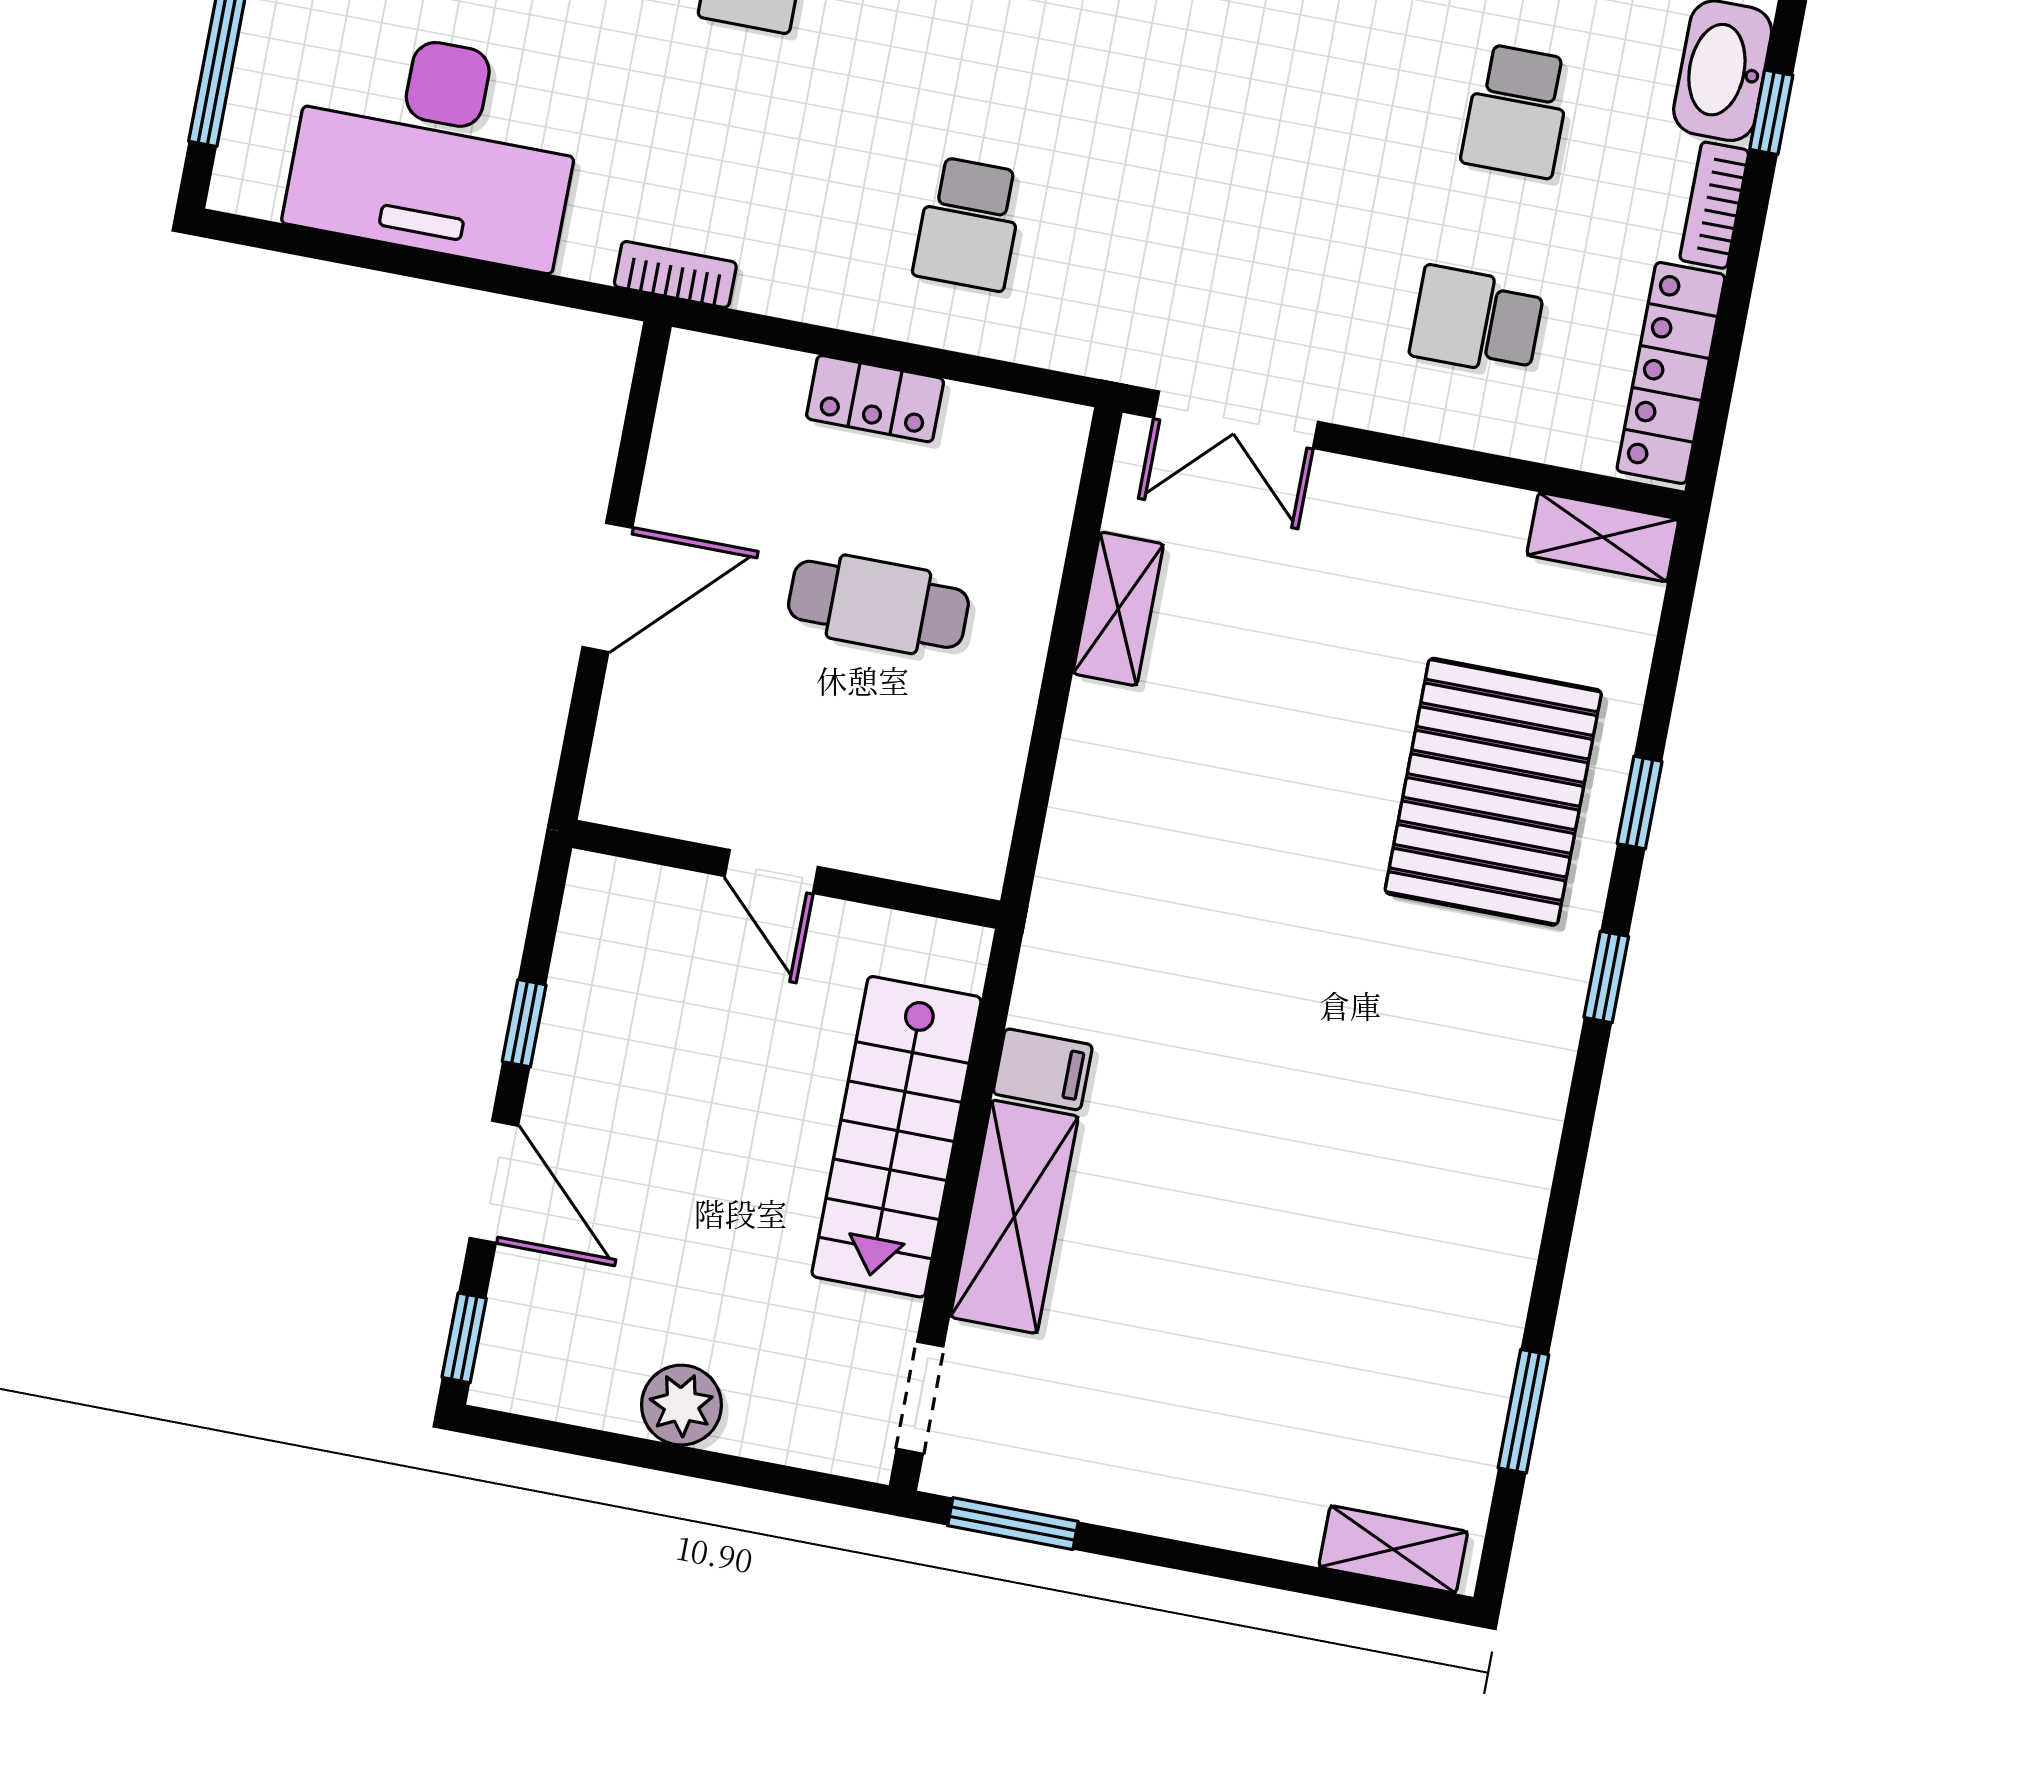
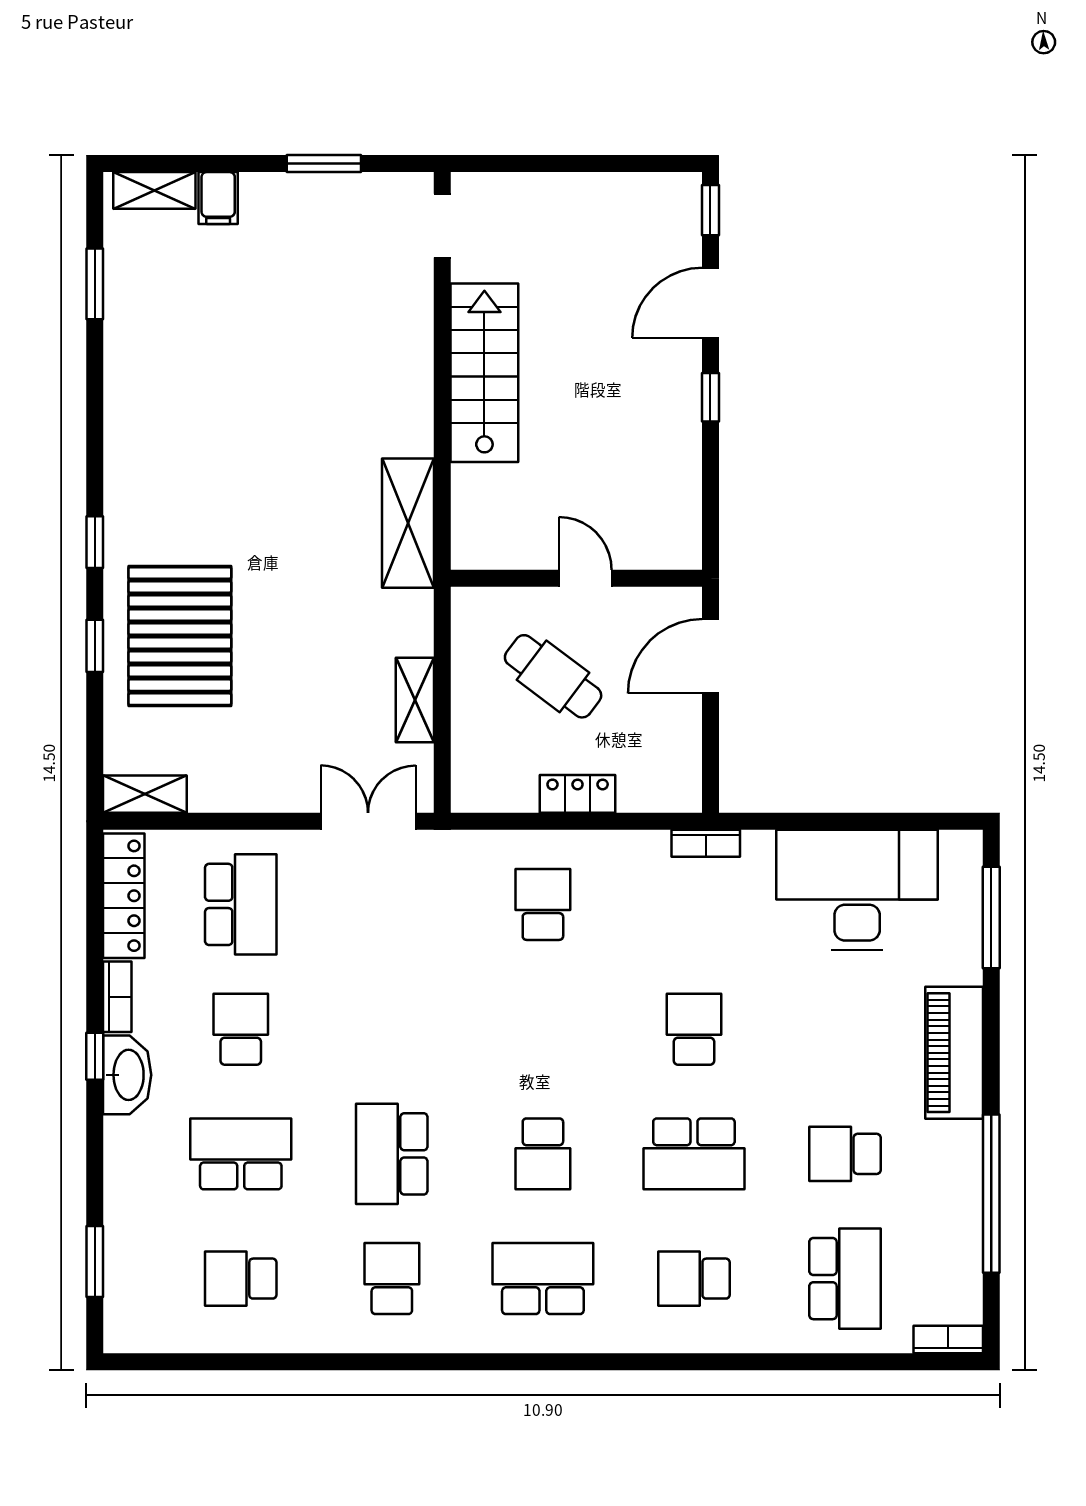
school desk: (1477, 321) -> (241, 904), width x1.85
cafe table: (878, 604) -> (553, 676), turned 37
door: (771, 871) -> (585, 578), moved
wall: (786, 874) -> (576, 578), moved
filing cabinet: (1043, 1069) -> (218, 198), moved, turned -90
door: (494, 1182) -> (710, 303), hinge flipped
shelving: (1014, 1217) -> (408, 523), moved
plant: (681, 1405) -> (578, 195), removed
window: (1013, 1524) -> (324, 164), moved

